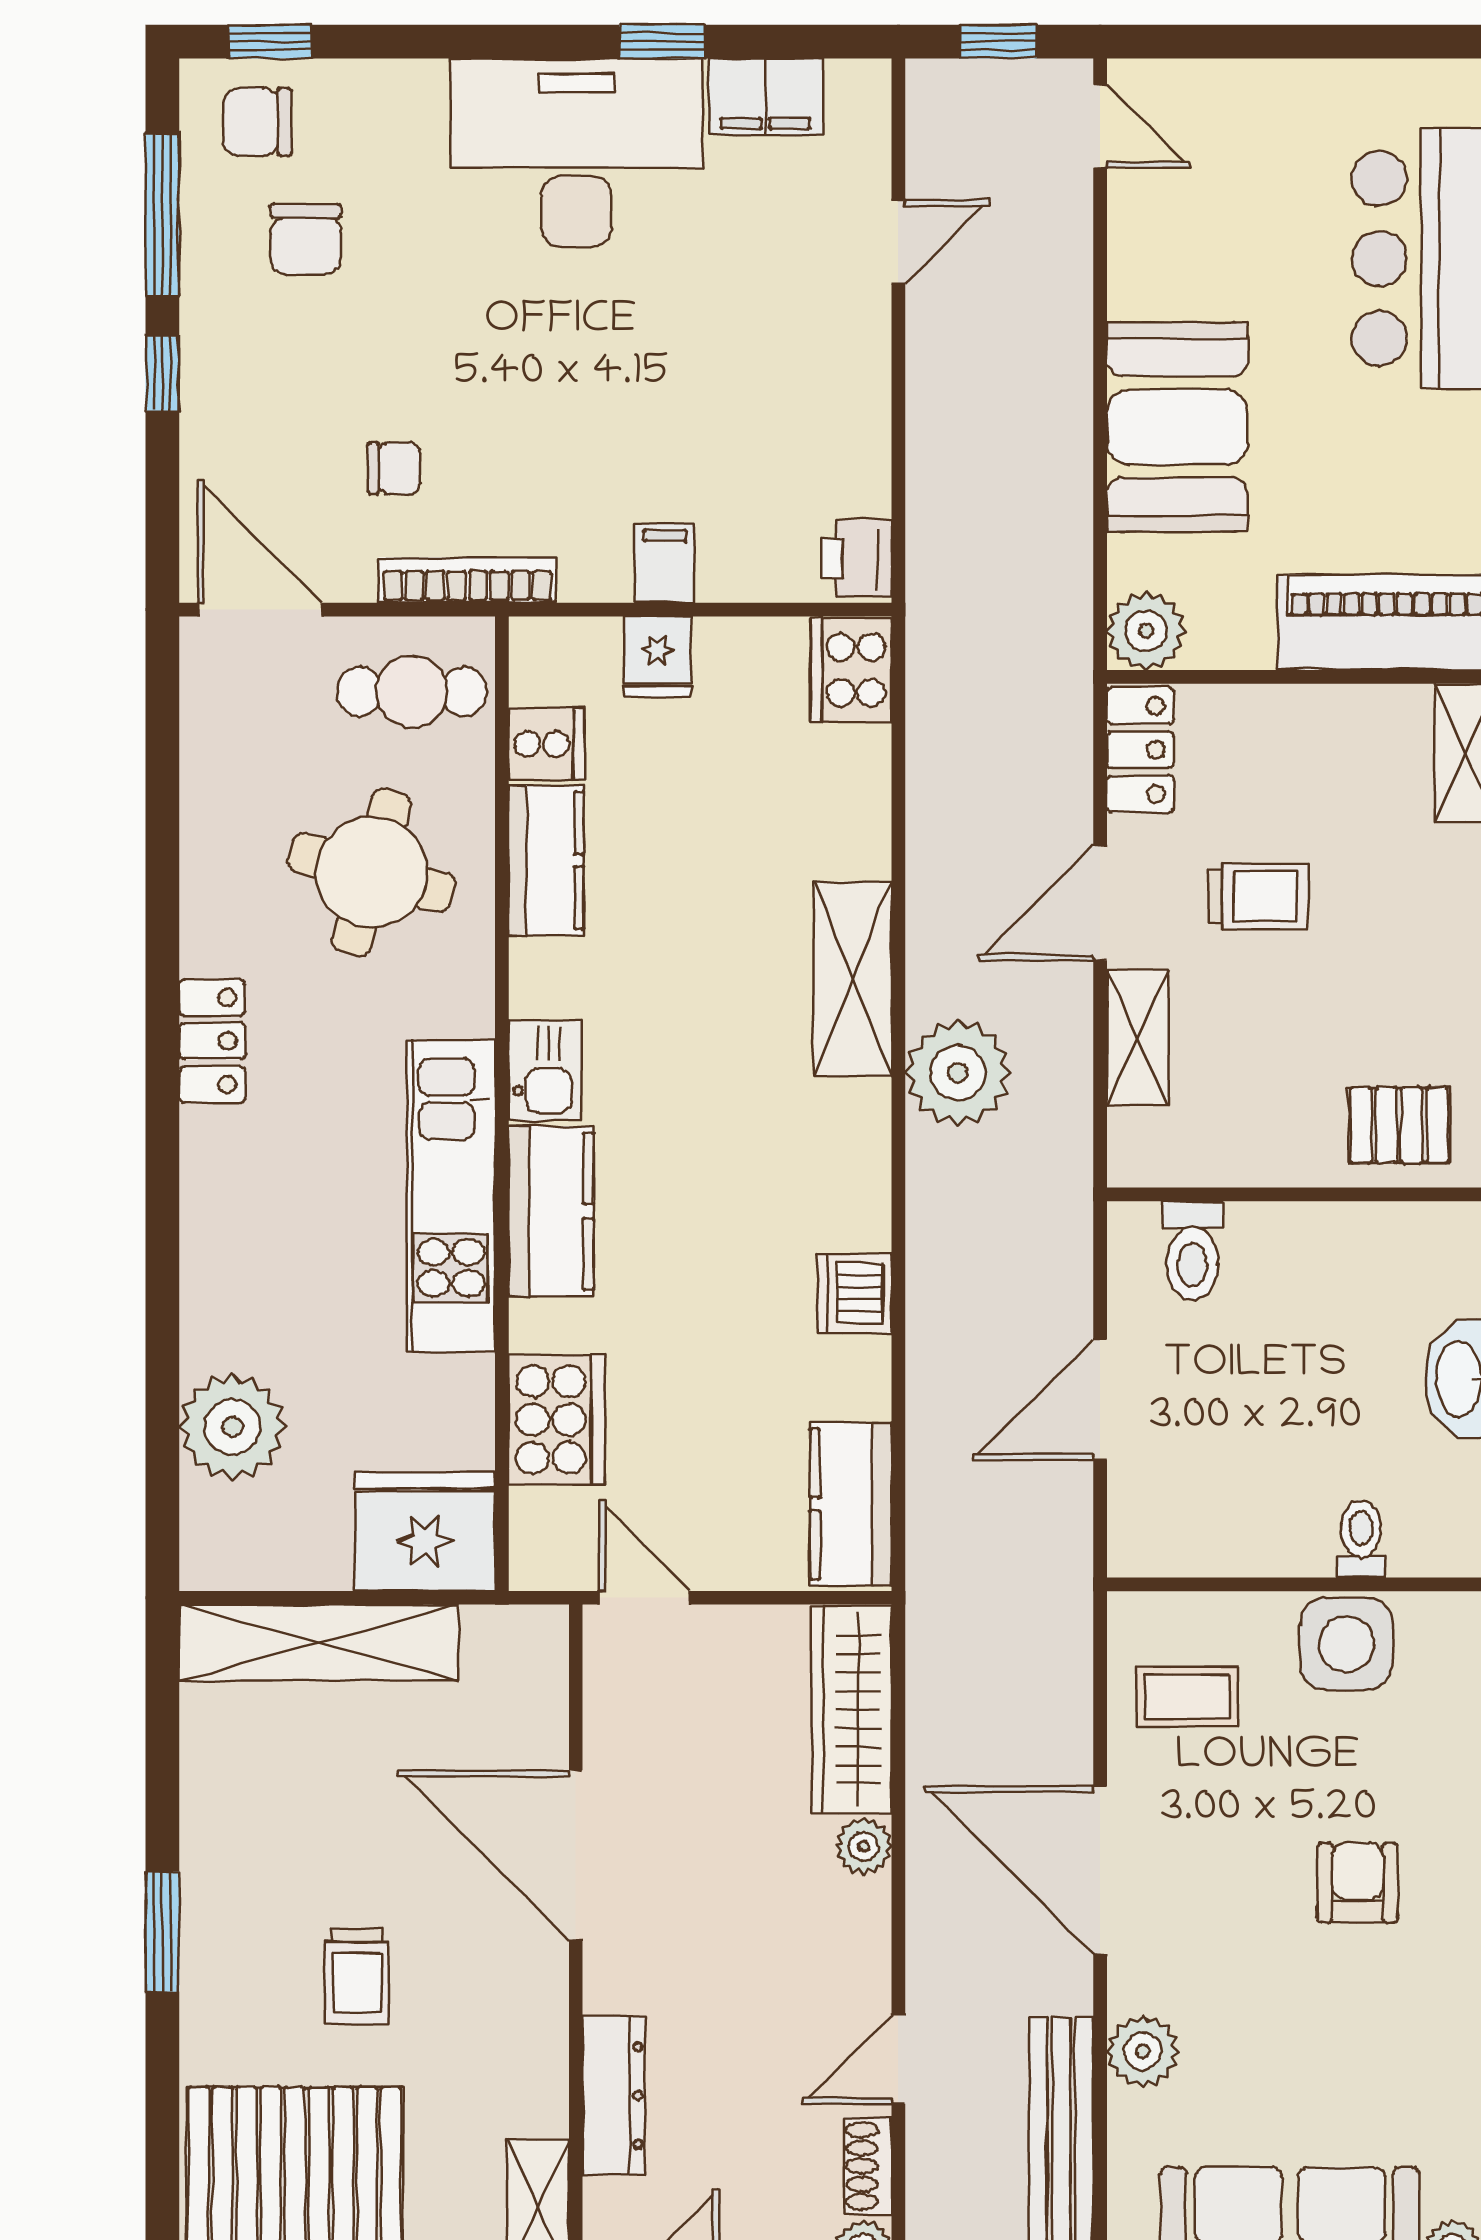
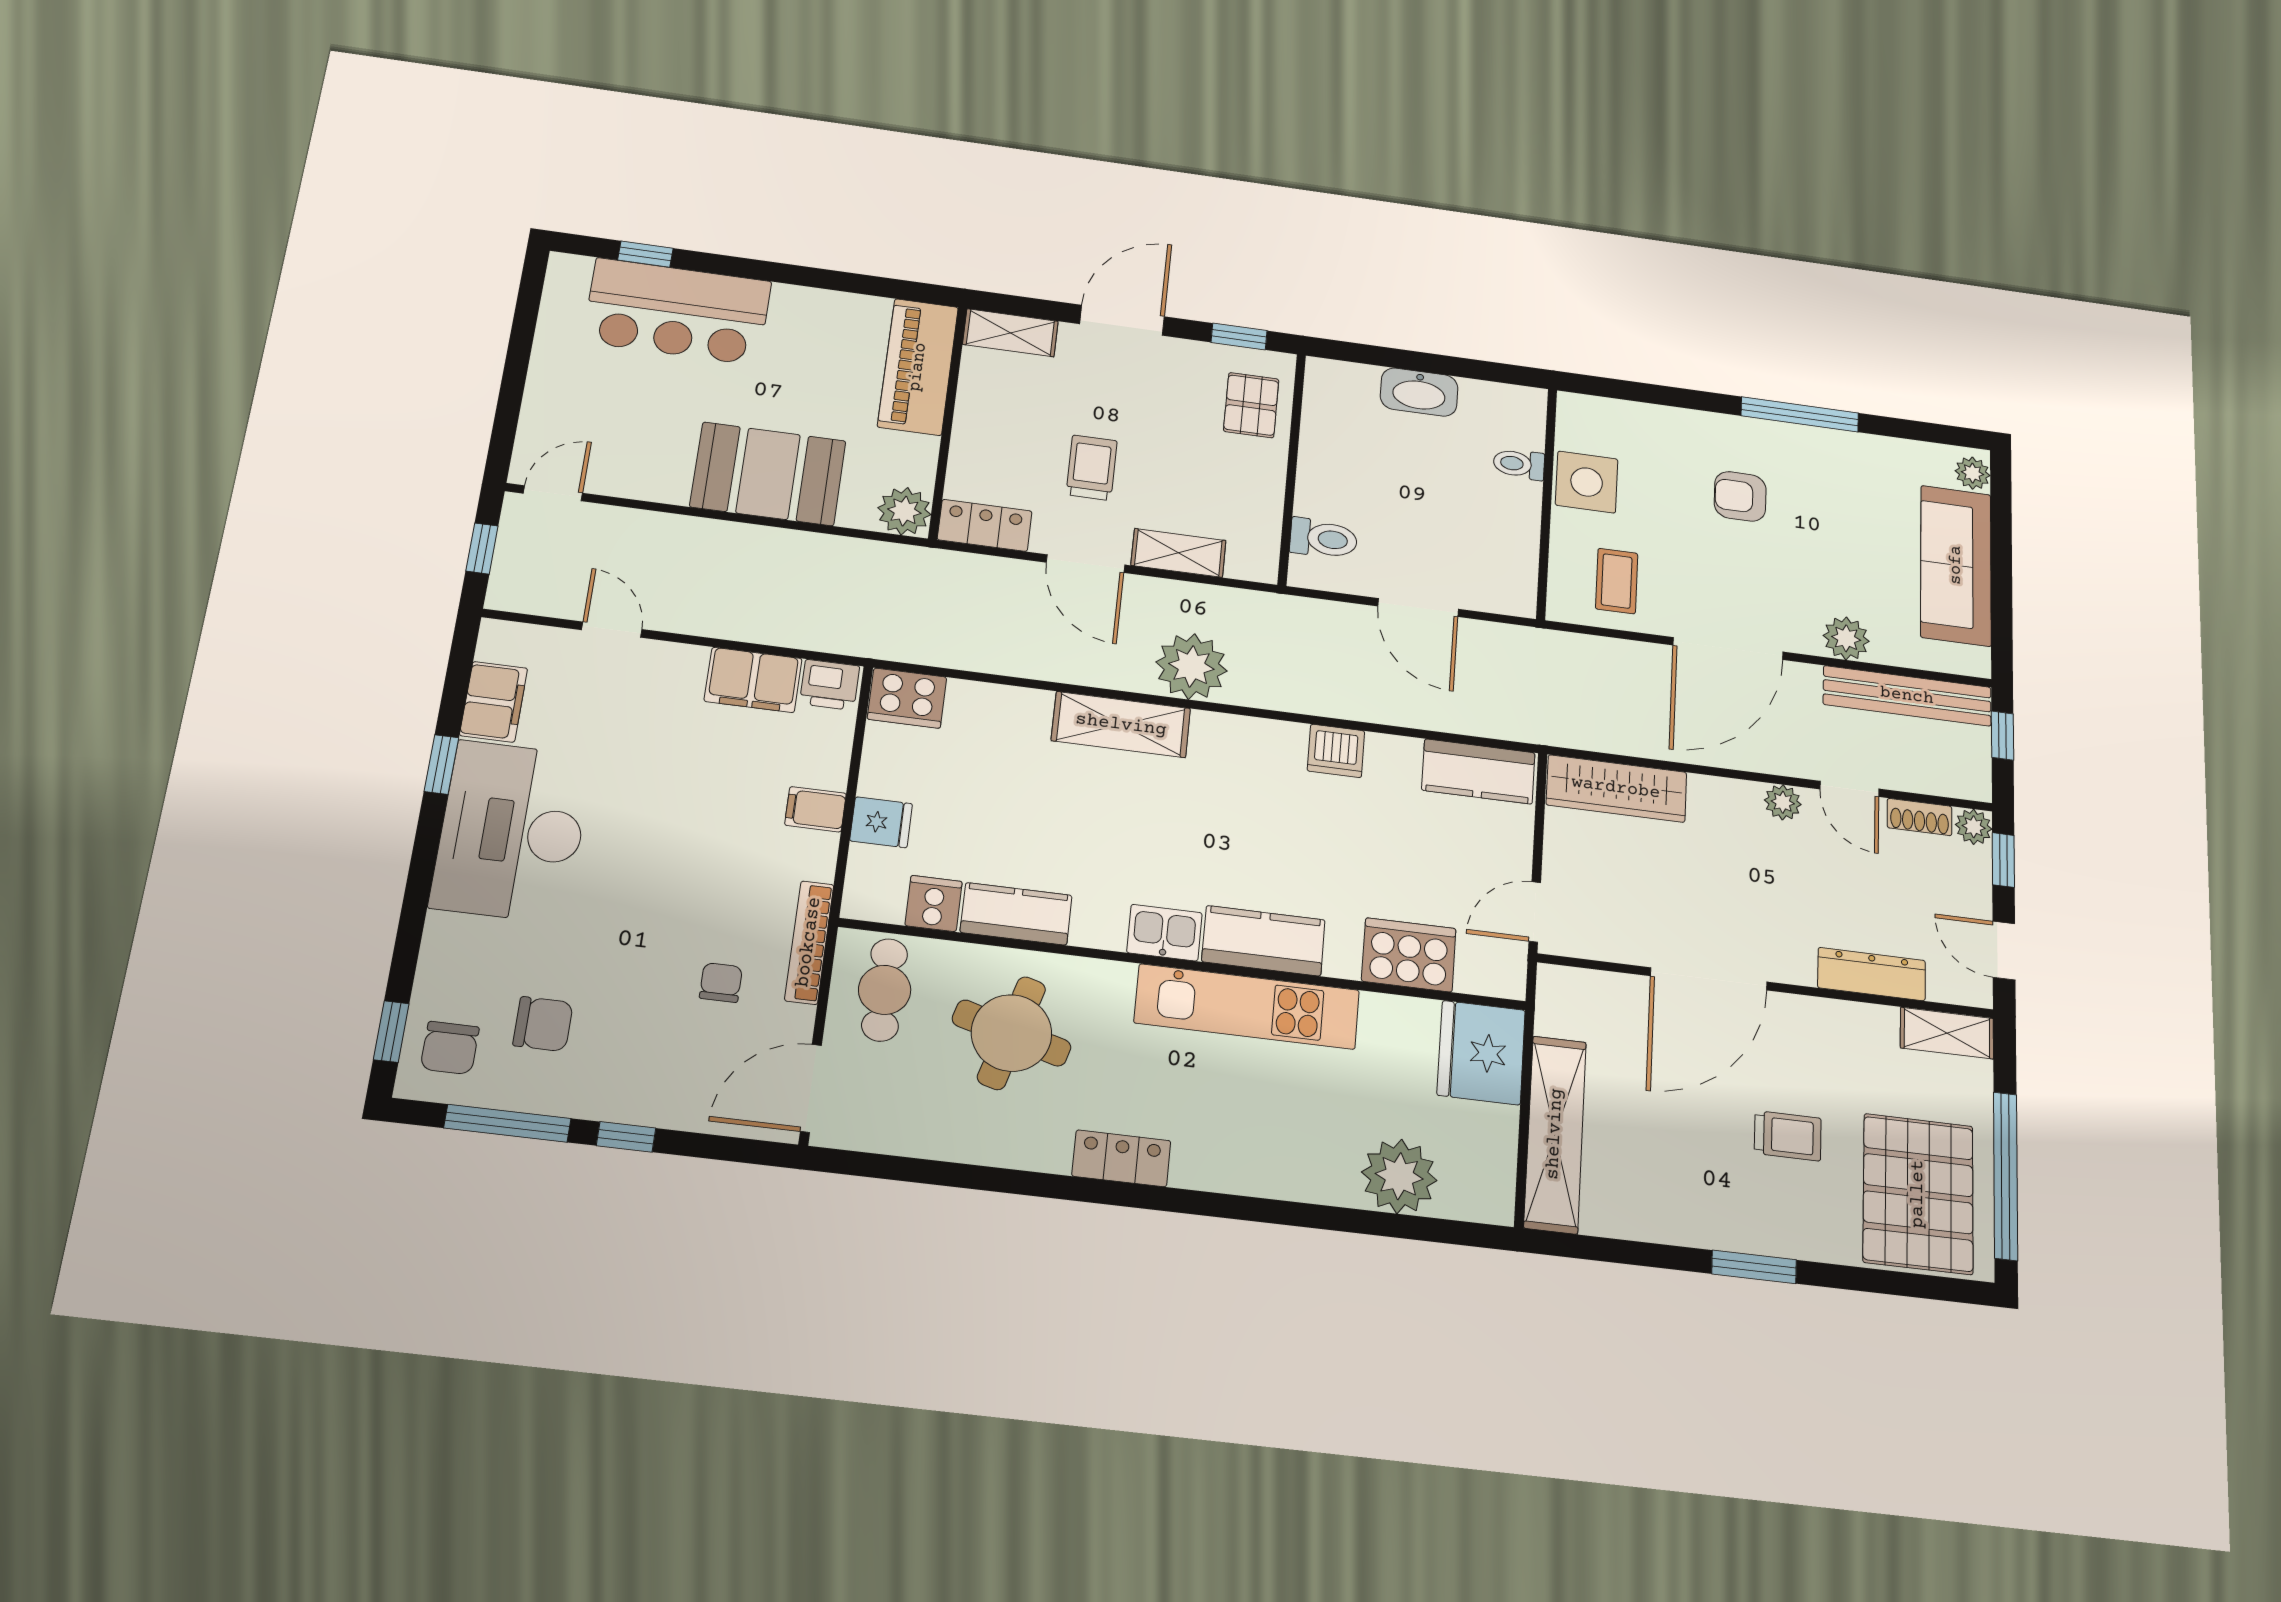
filing cabinet: (849, 450) -> (753, 680), added
plant: (864, 1846) -> (1783, 802), moved

